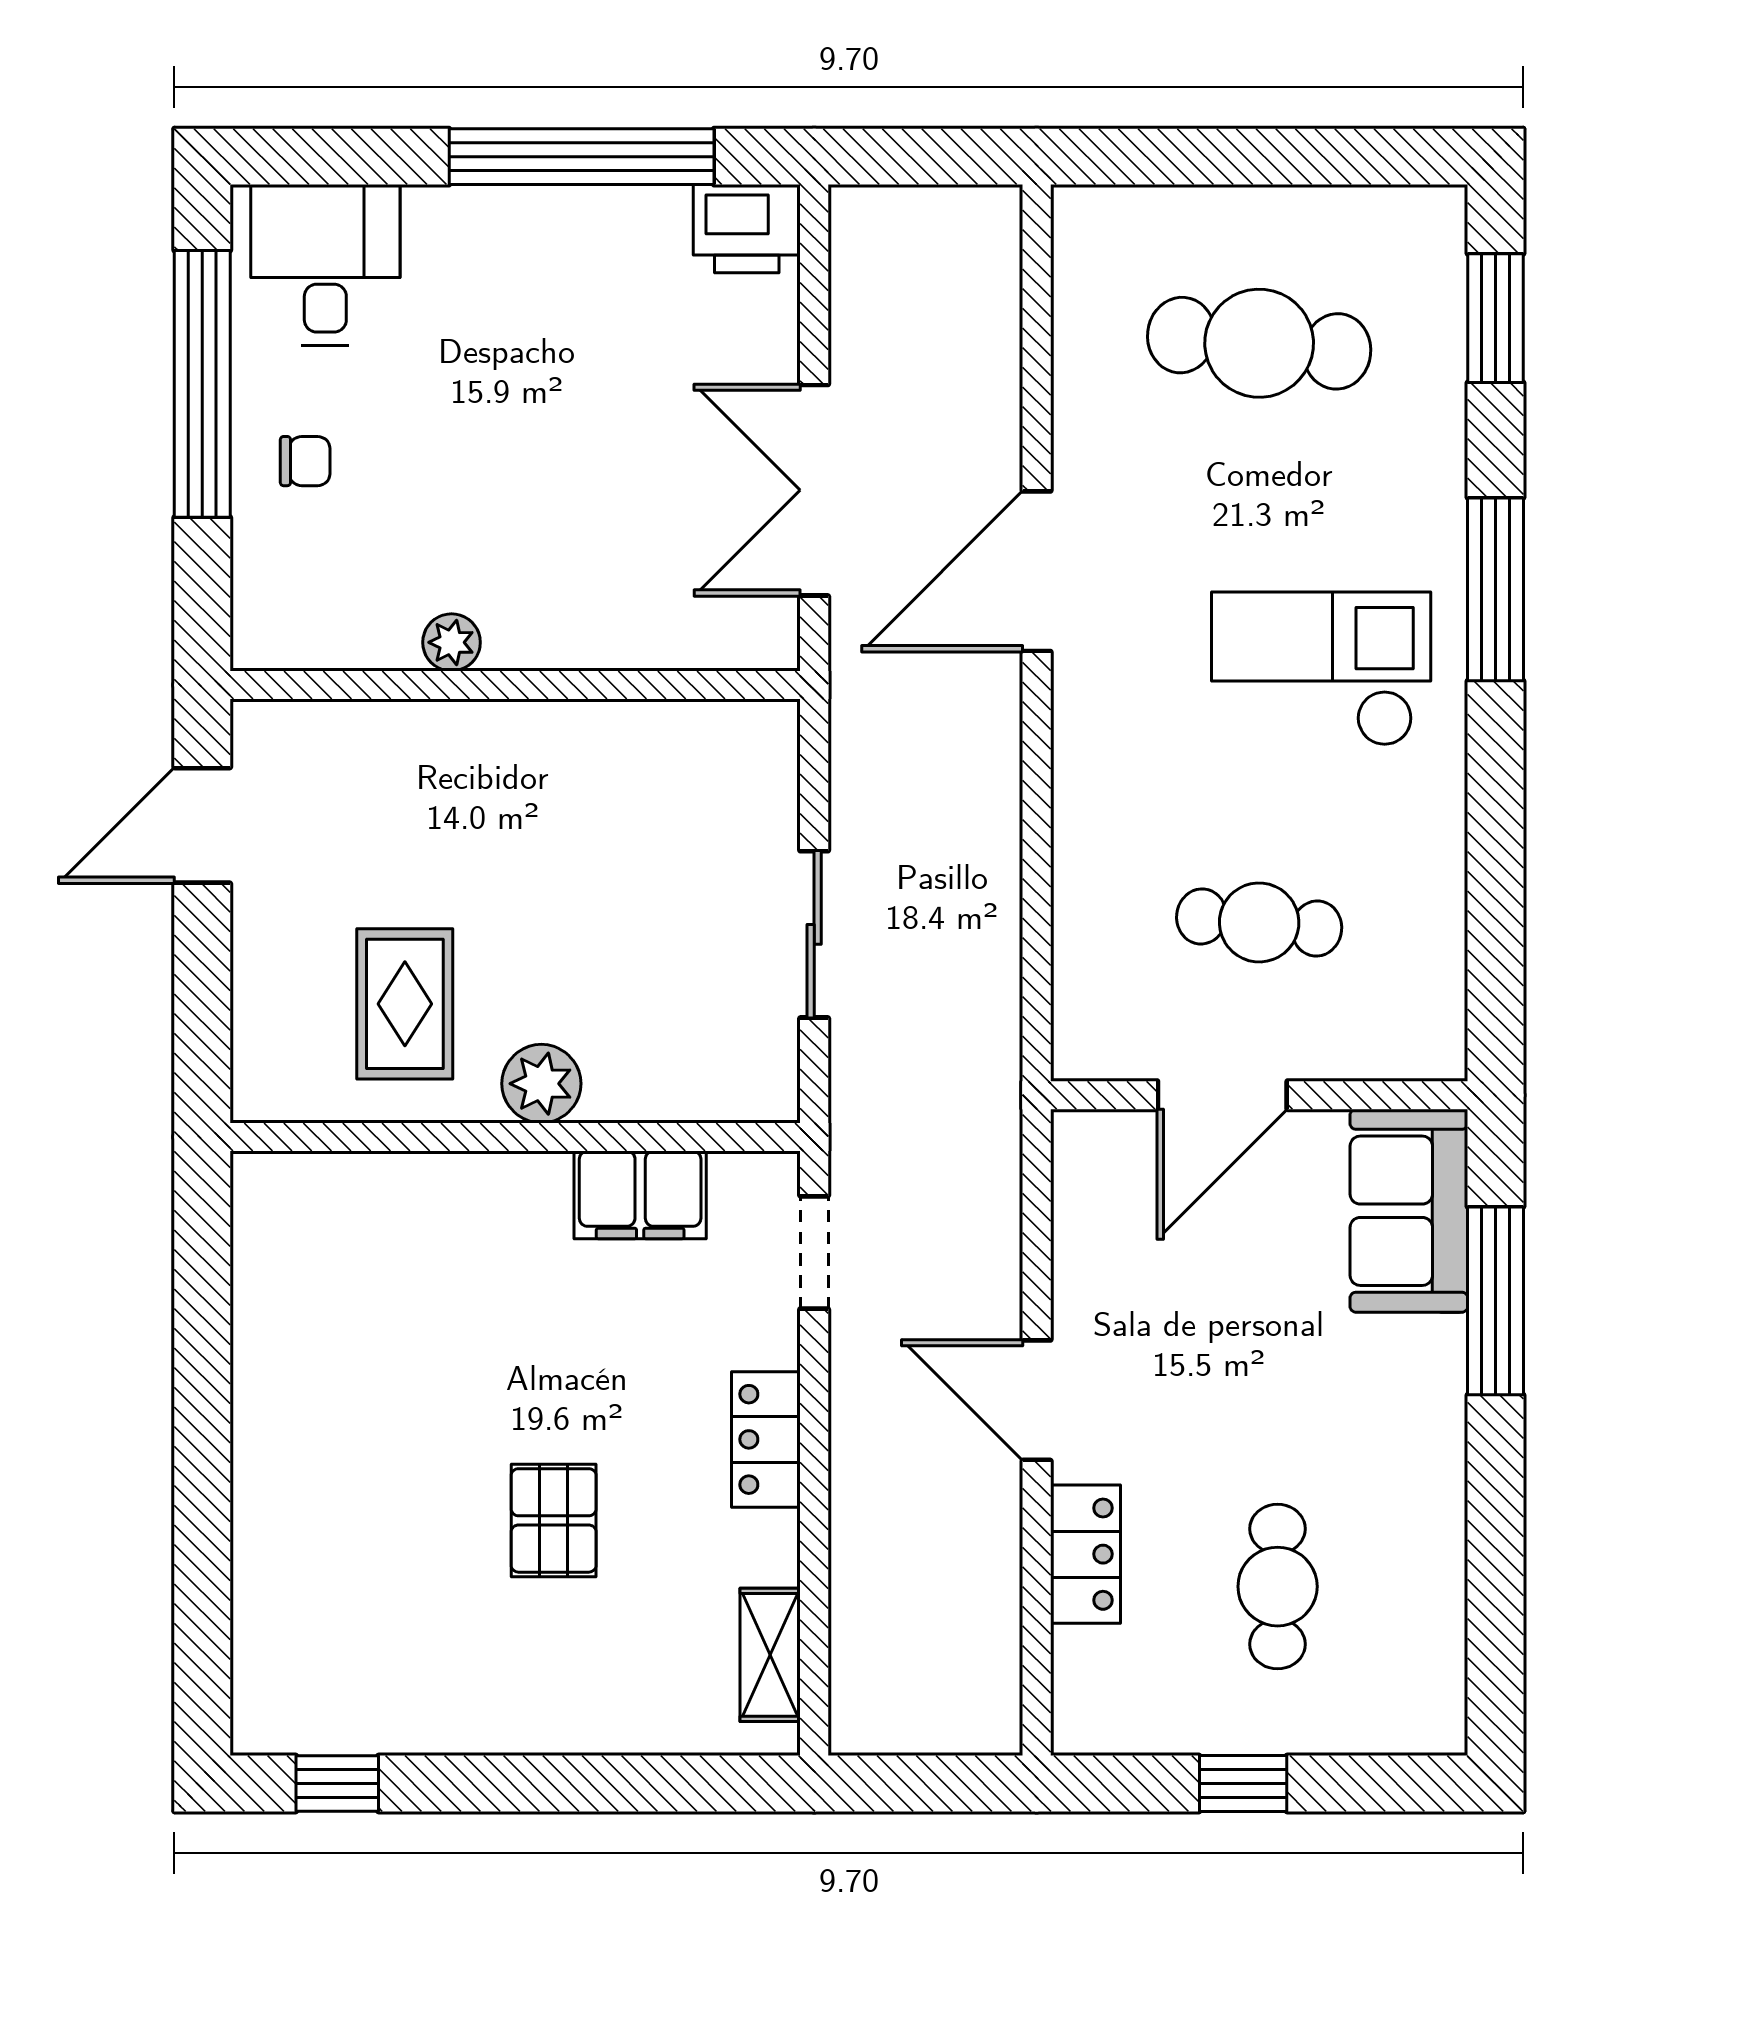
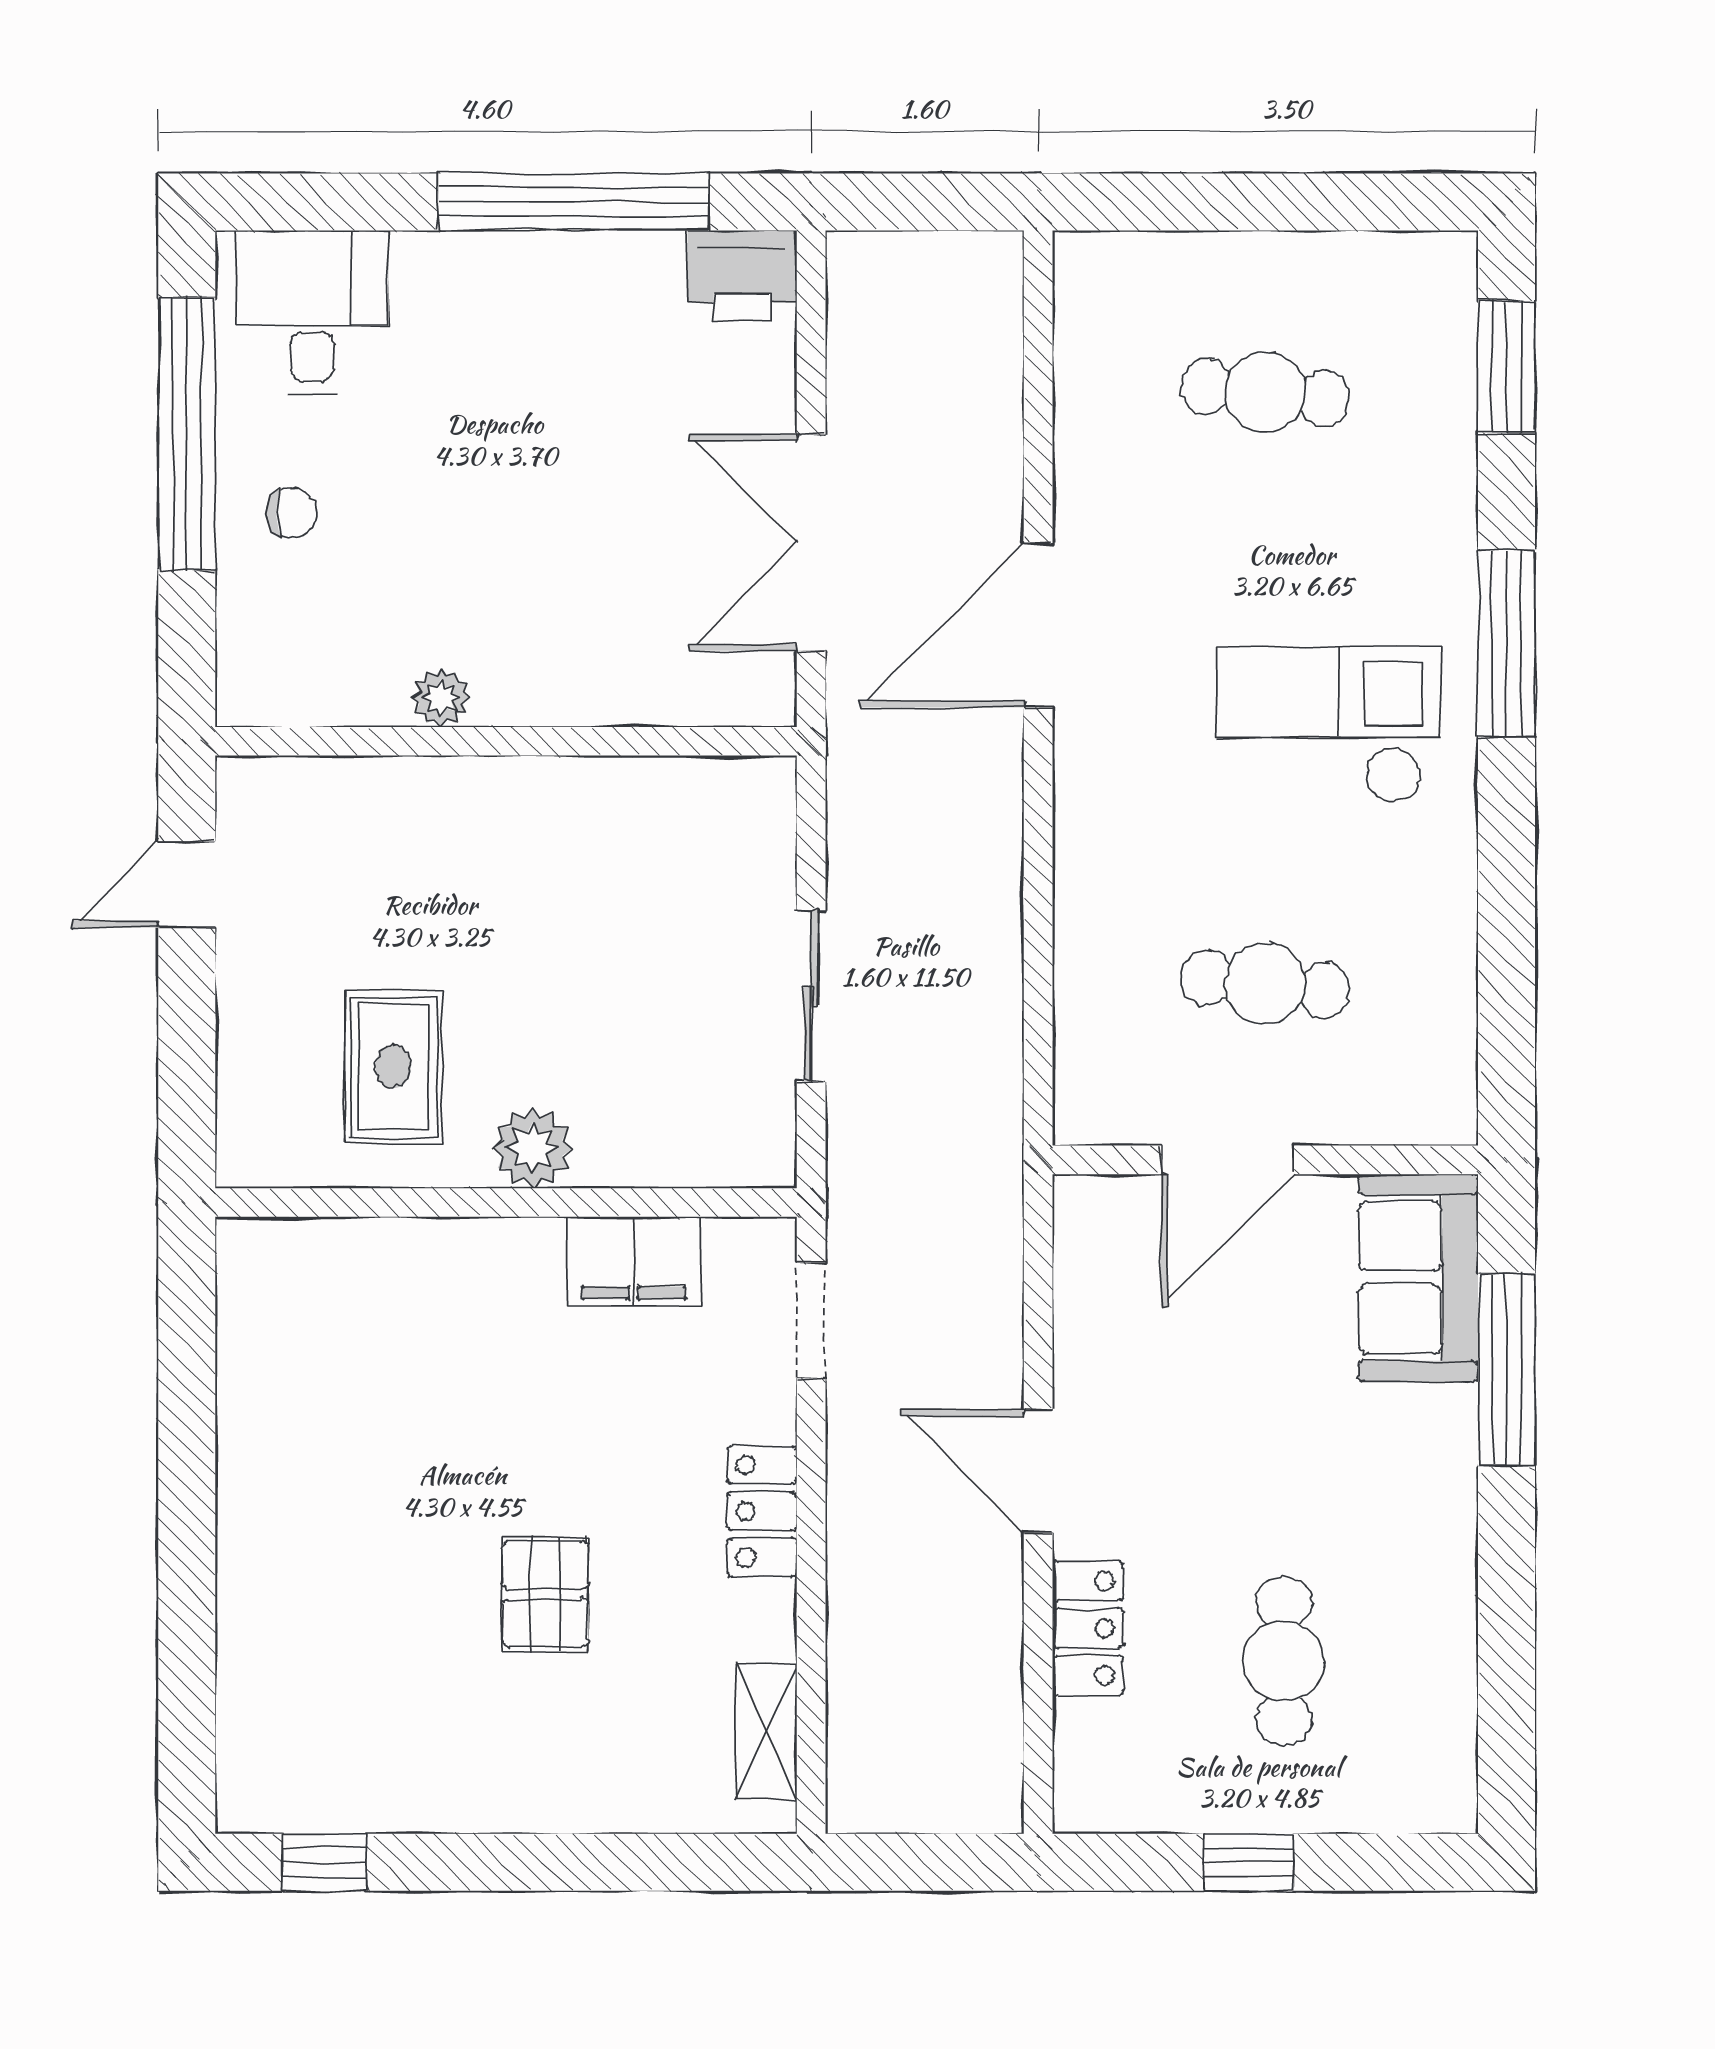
cafe table: (1259, 343) -> (1265, 392), width x0.73, depth x0.74
door: (202, 825) -> (187, 884), width x0.73

